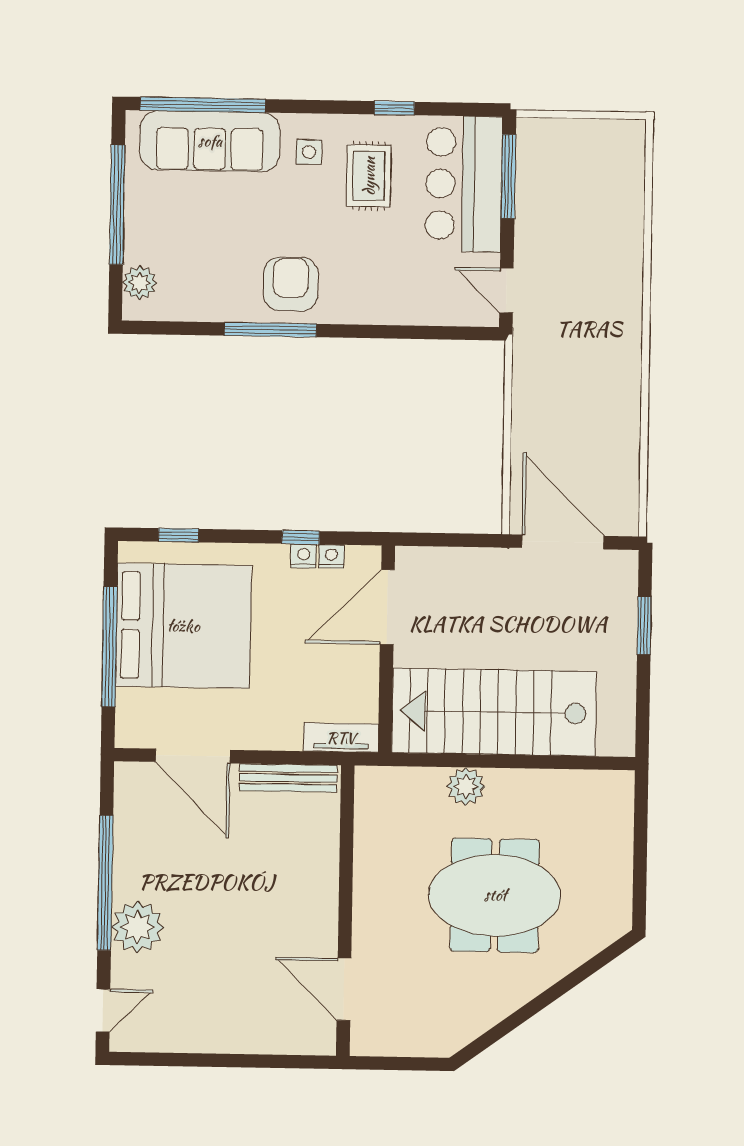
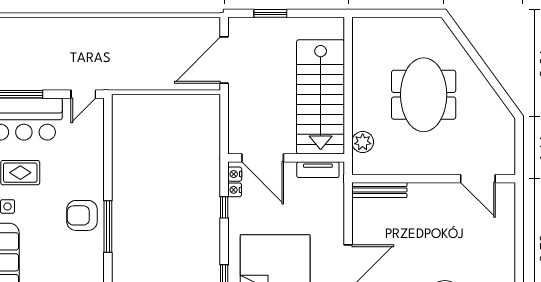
nightstand: (303, 556) -> (235, 174), moved
tv unit: (341, 738) -> (318, 170), moved, turned -90
bench: (288, 778) -> (379, 190), moved, turned 90
plant: (466, 786) -> (363, 142), moved
door: (344, 989) -> (478, 179), hinge flipped

